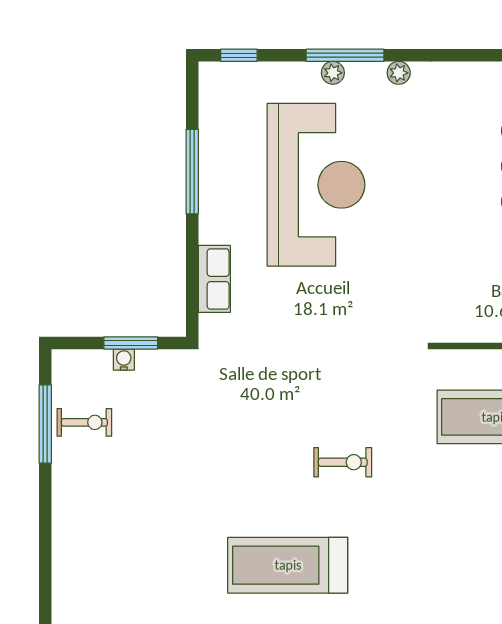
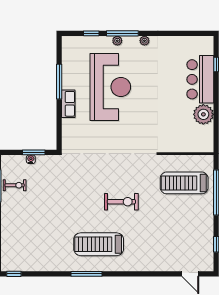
window: (239, 55) -> (91, 33), moved
row of seats: (214, 279) -> (68, 104), moved
exercise bike: (343, 462) -> (121, 202), width x1.38, depth x1.39

